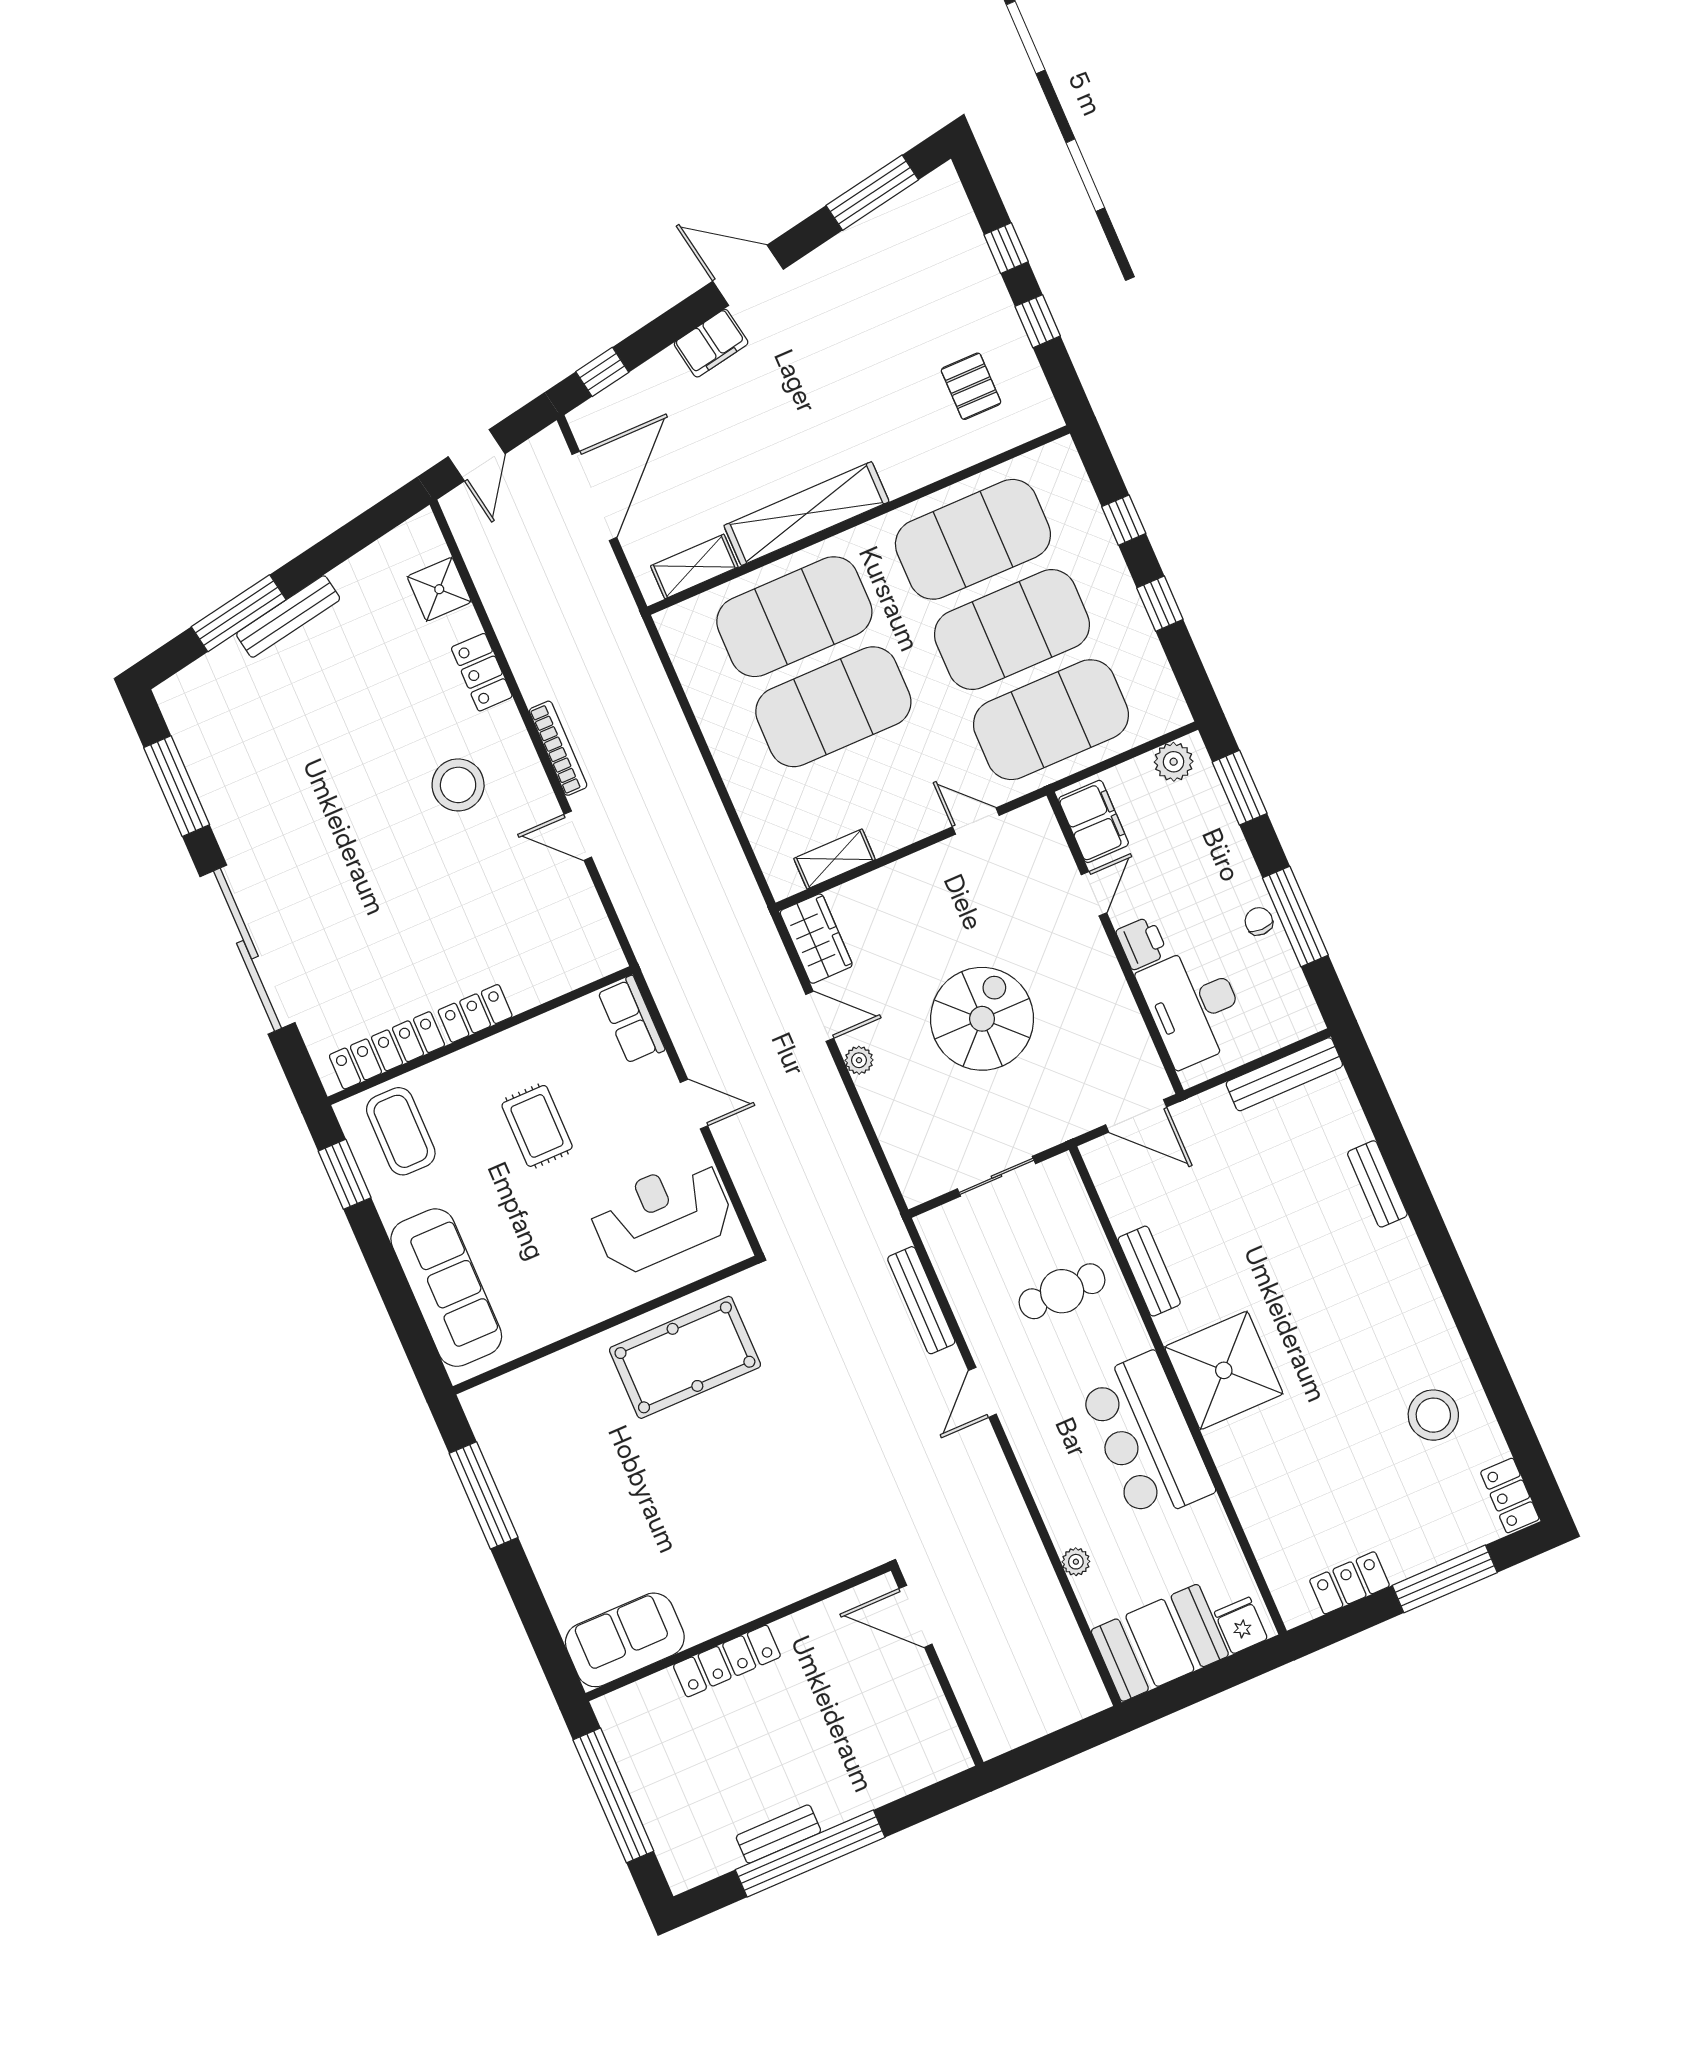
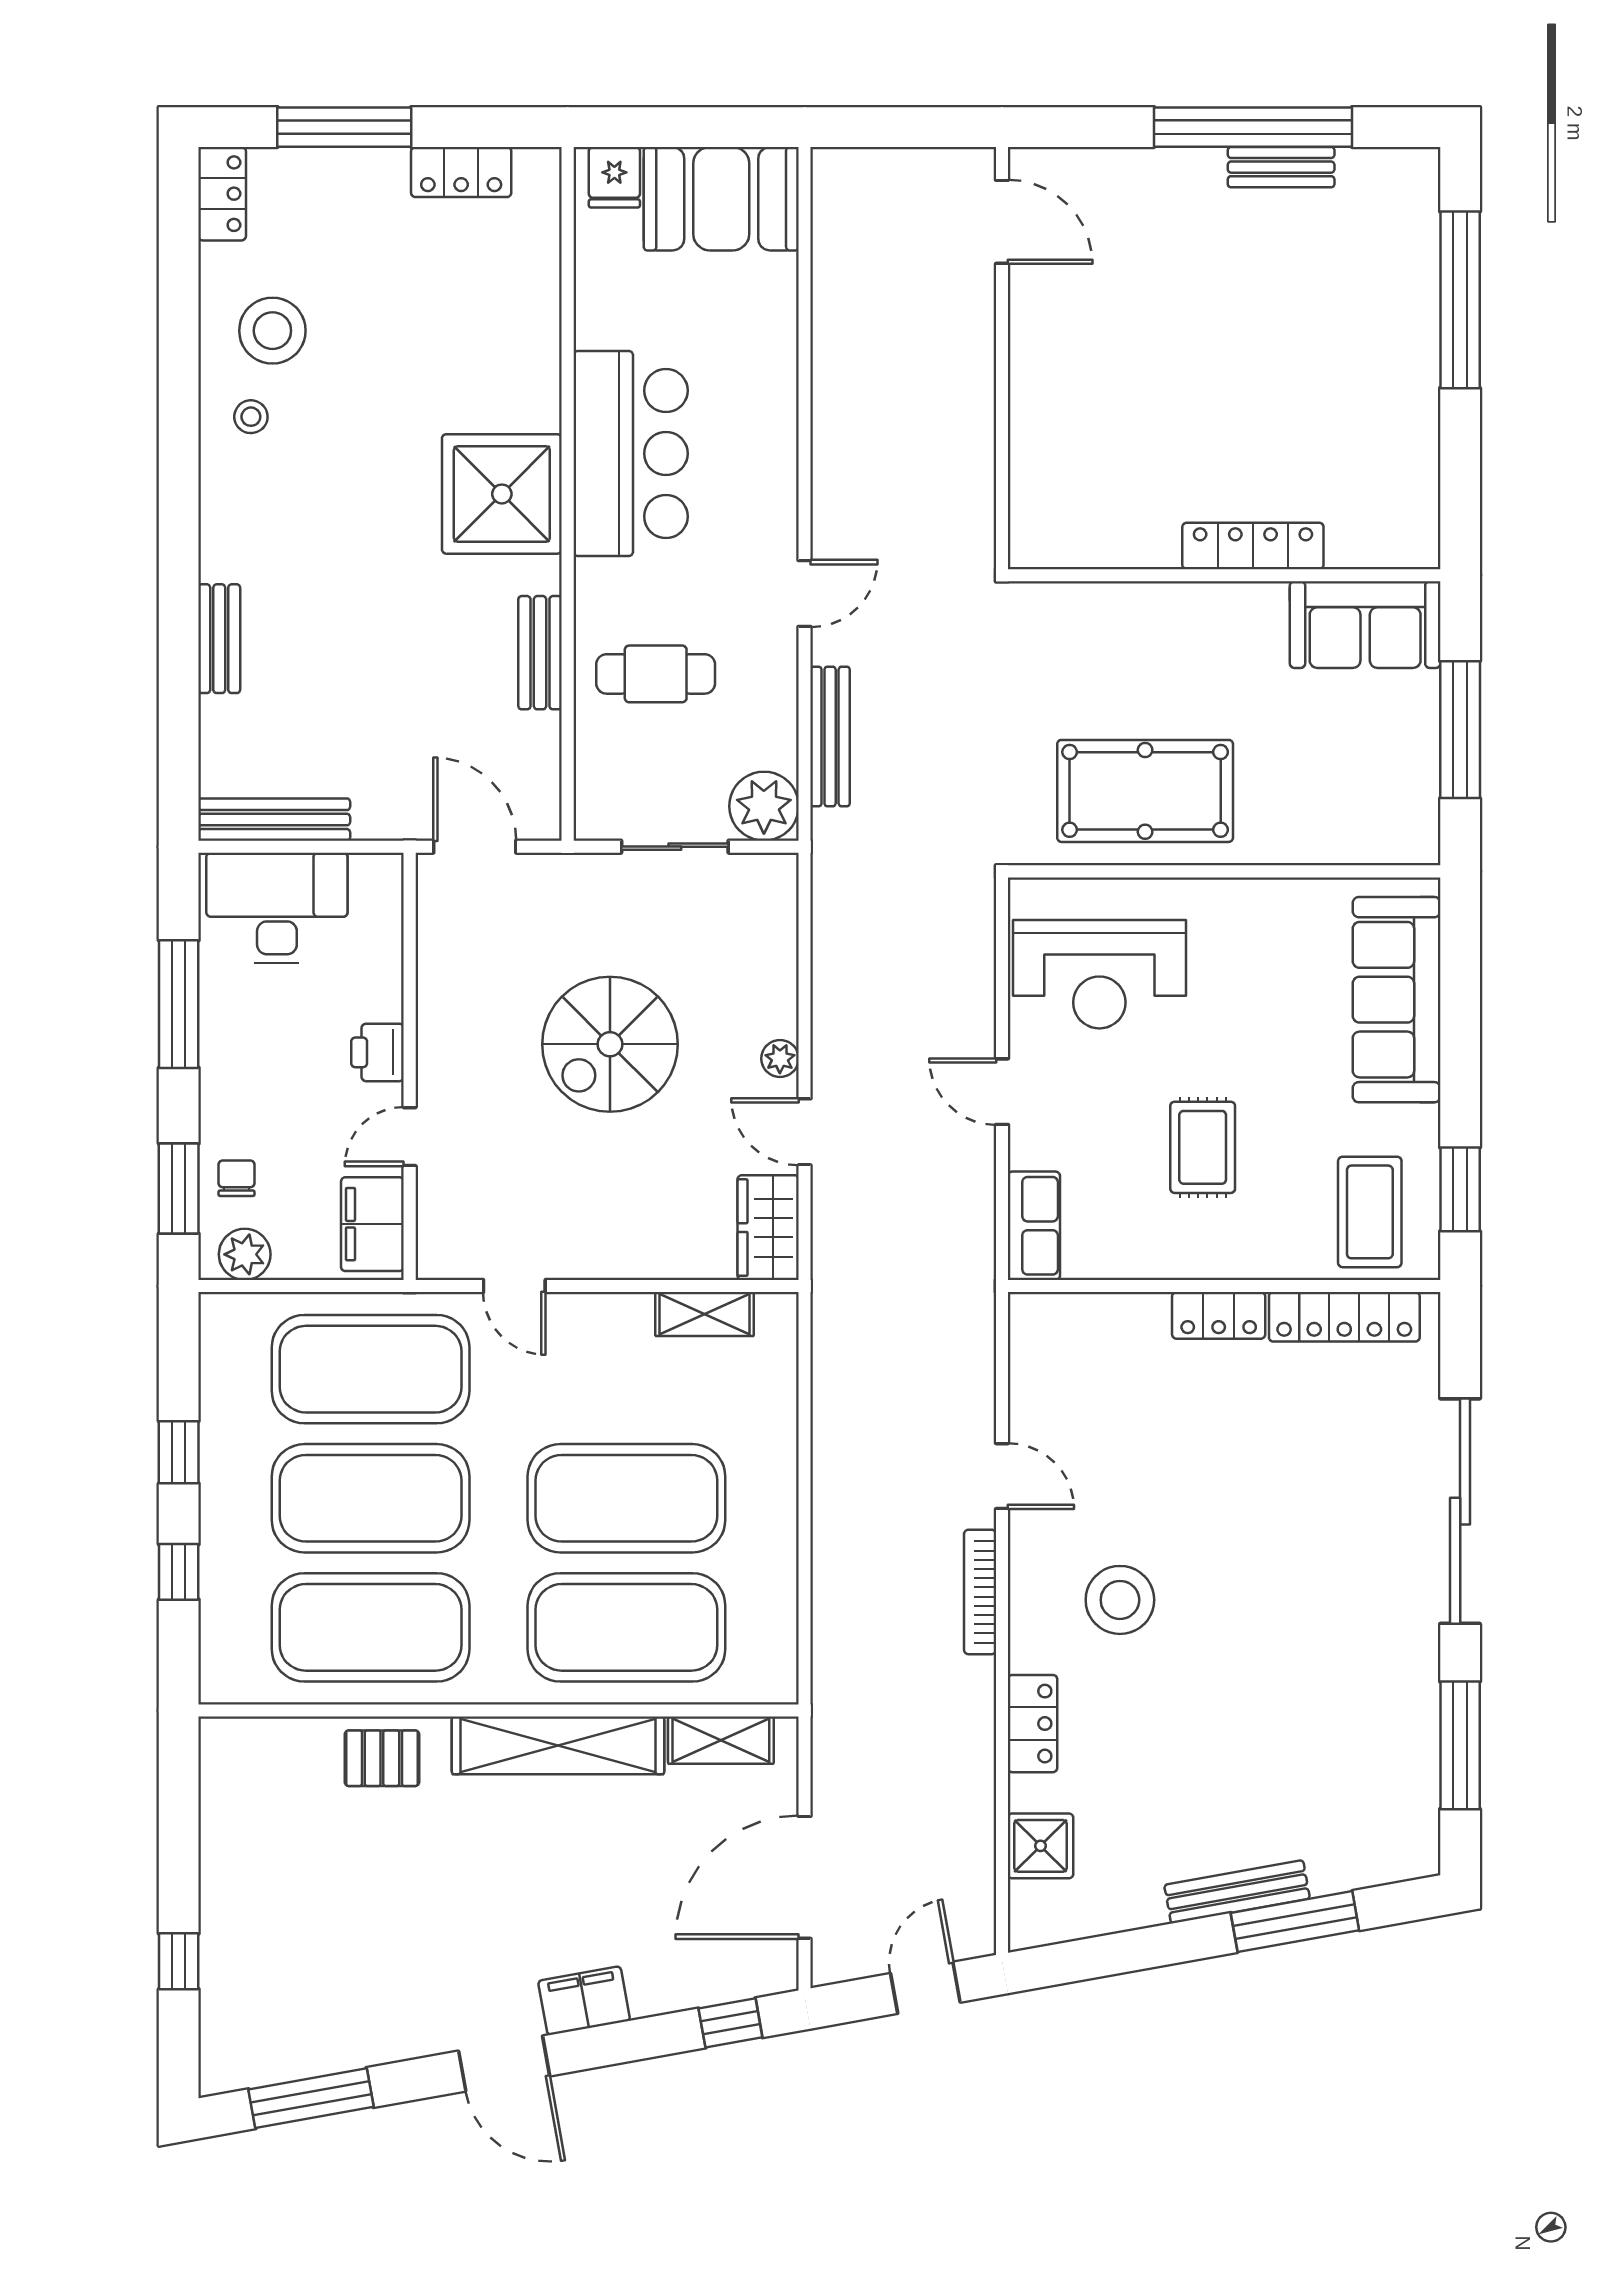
window: (1038, 321) -> (179, 1857), removed
pallet: (971, 386) -> (382, 1758), moved, turned 90
chair: (1259, 921) -> (236, 1178), moved, turned 180
desk: (1193, 1006) -> (277, 908), moved, turned -90
stool: (1422, 1348) -> (251, 417), added
plant: (1076, 1562) -> (764, 806), moved, width x1.88, depth x1.88
door: (916, 1616) -> (1002, 222), moved
wall: (738, 1632) -> (1224, 575), moved
sofa: (625, 1640) -> (1365, 625), moved
locker: (727, 1661) -> (1253, 546), moved

